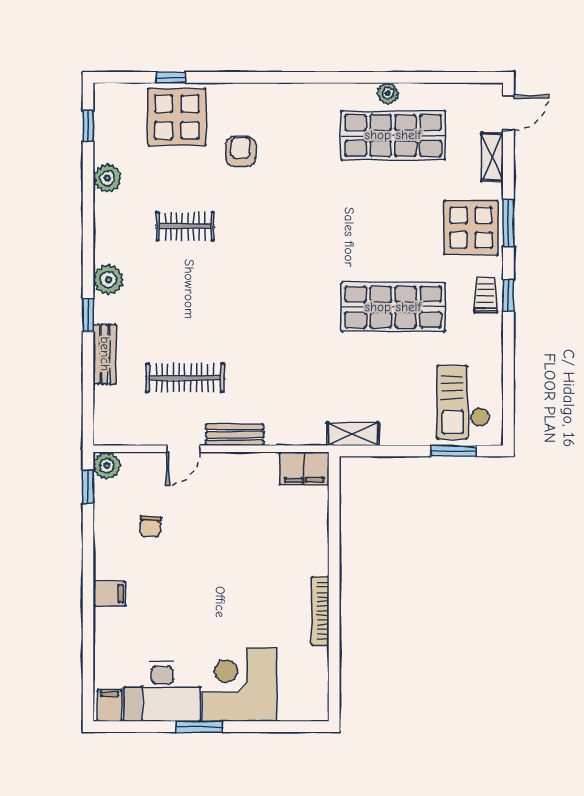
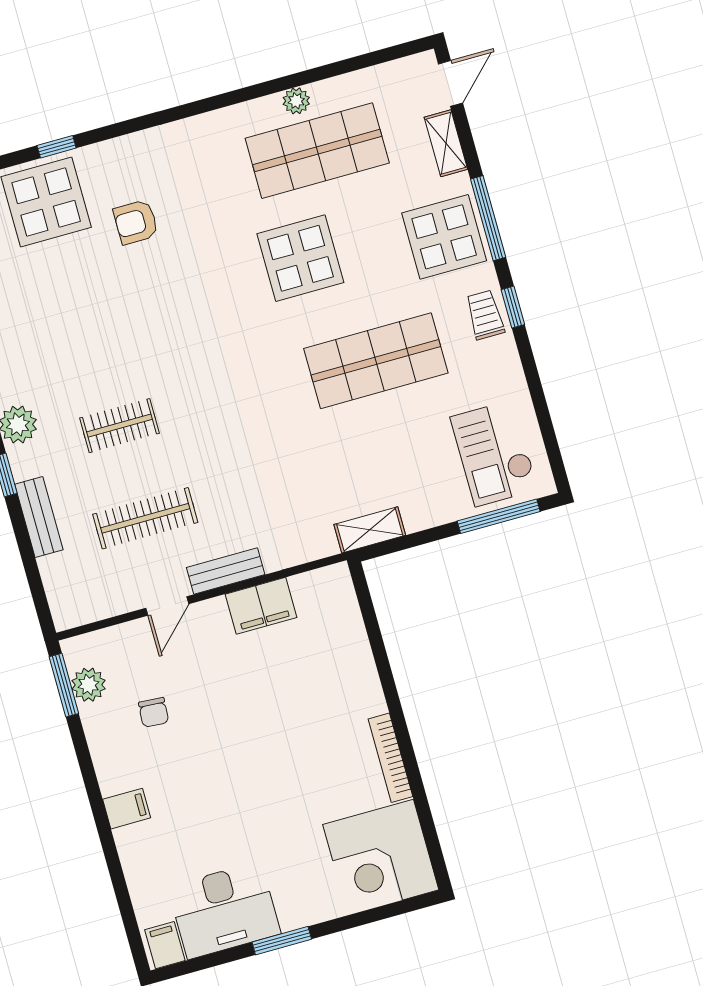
window: (171, 77) -> (57, 147), moved
armchair: (241, 151) -> (136, 222), turned -90
display table: (358, 213) -> (300, 258), added
window: (508, 223) -> (488, 218), width x1.44
clothes rail: (185, 226) -> (119, 426), moved
window: (453, 451) -> (499, 516), width x1.44
plant: (107, 466) -> (89, 685), moved
filing cabinet: (304, 468) -> (261, 606), moved
window: (88, 487) -> (64, 685), width x1.50
corner desk: (239, 684) -> (381, 857), moved, turned -90

